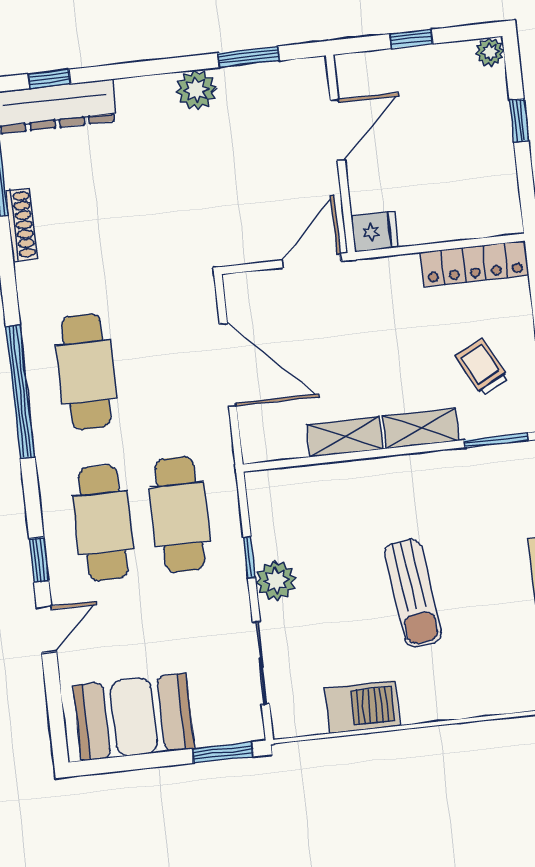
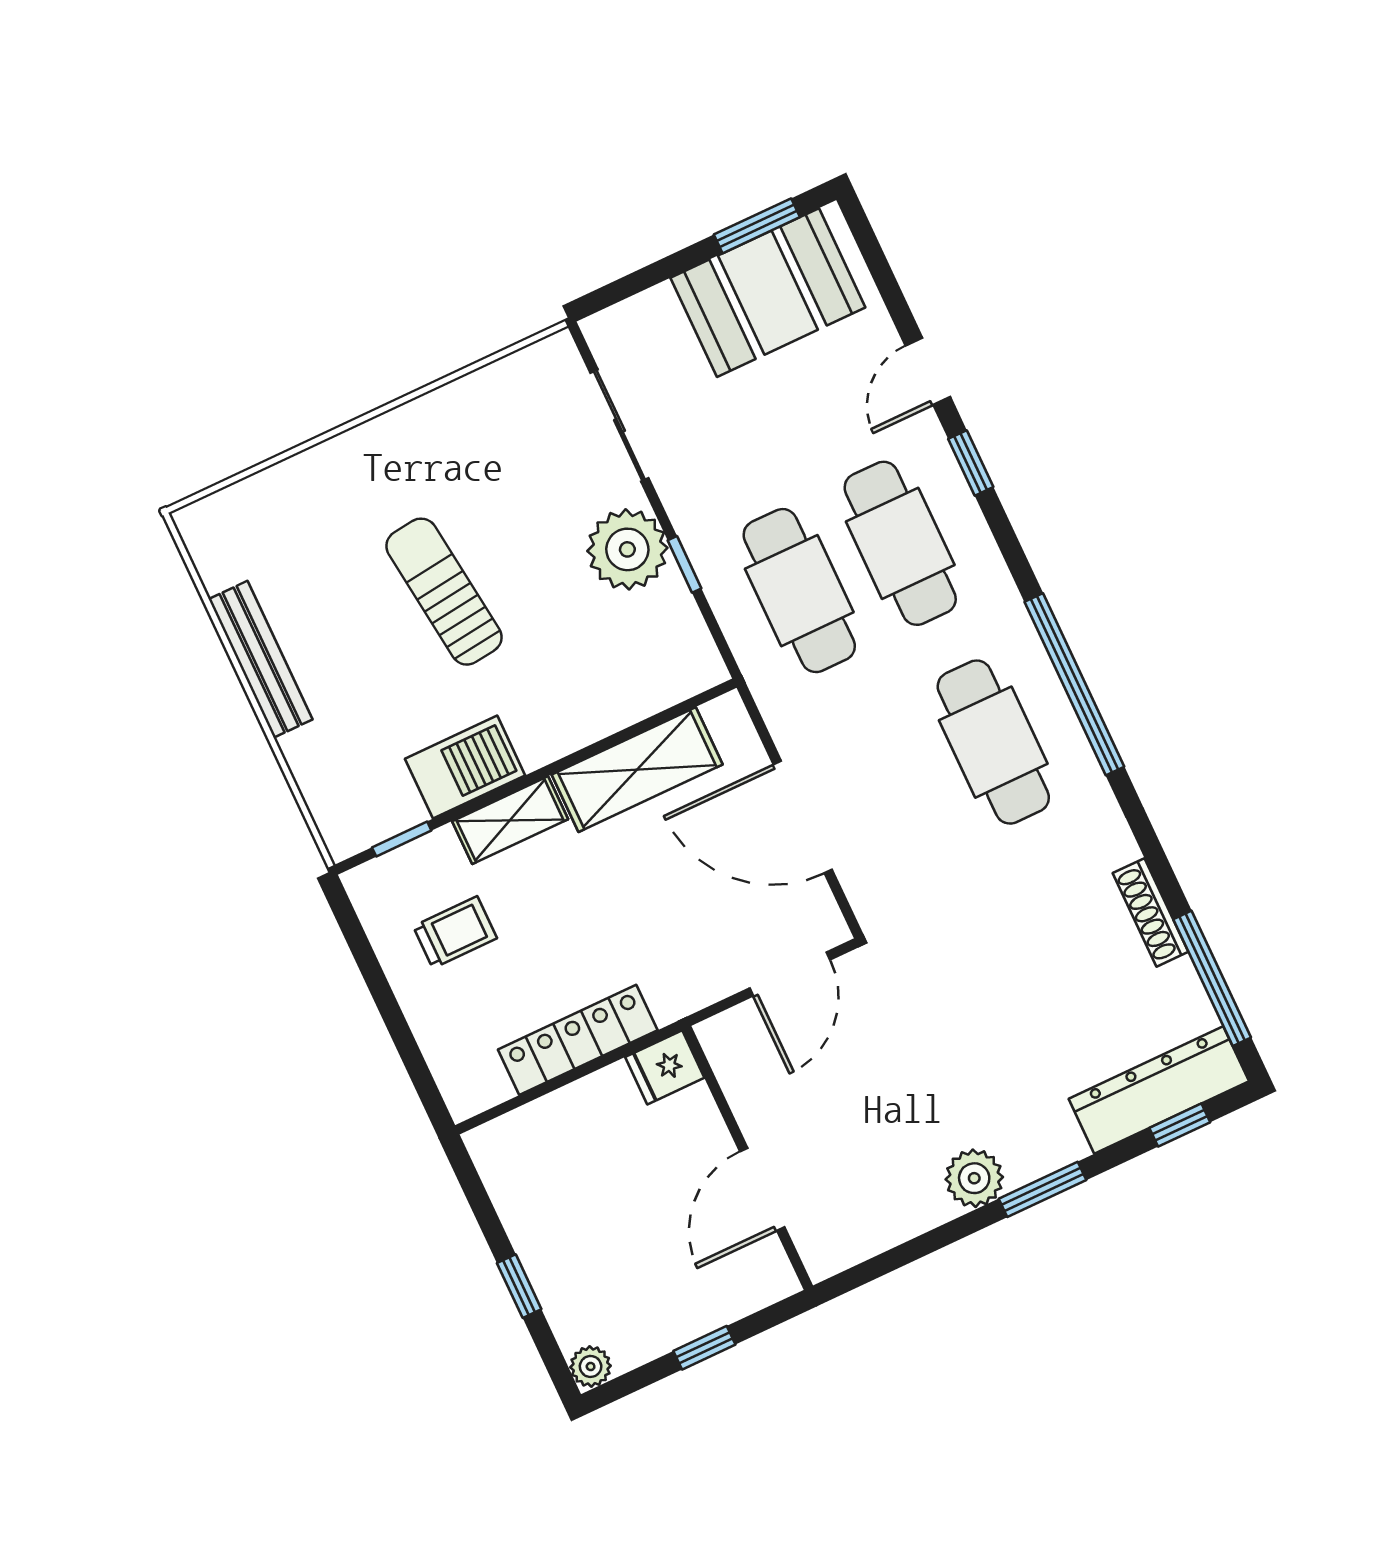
window: (249, 57) -> (1043, 1189), moved
door: (311, 261) -> (790, 974), moved
locker: (474, 264) -> (578, 1040), moved
trolley: (482, 367) -> (455, 932), turned -62
shelving: (345, 437) -> (637, 770), width x1.50, depth x1.33
window: (496, 440) -> (402, 839), width x0.67
plant: (276, 581) -> (627, 549), width x1.36, depth x1.36
barbecue: (362, 707) -> (465, 767), moved, turned 180
window: (223, 753) -> (757, 226), moved

